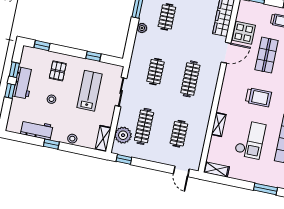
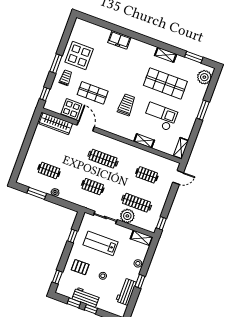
plant: (123, 135) -> (127, 216), moved

